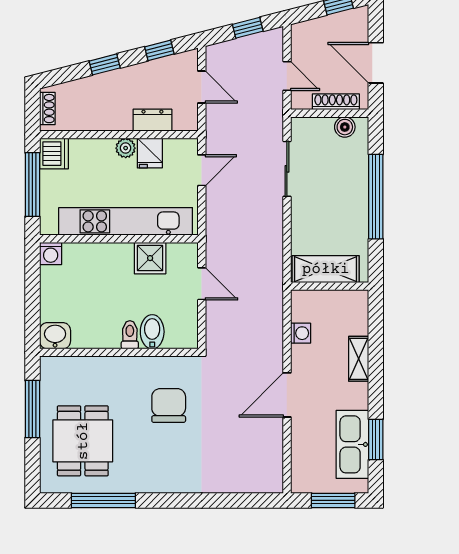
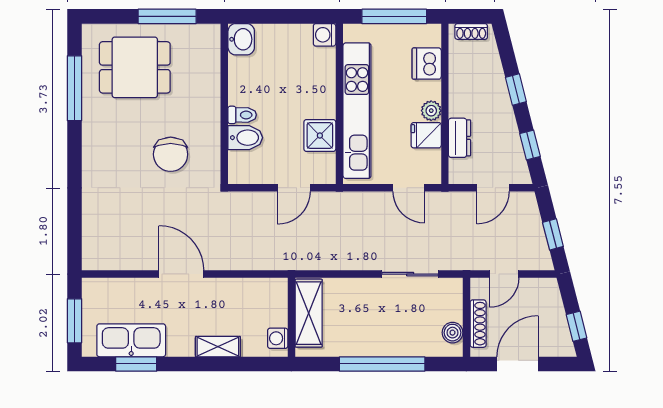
dishwasher: (54, 154) -> (427, 64), moved, turned 90
washing machine: (301, 333) -> (278, 338), moved, turned 90
chair: (169, 406) -> (171, 154), turned 90

